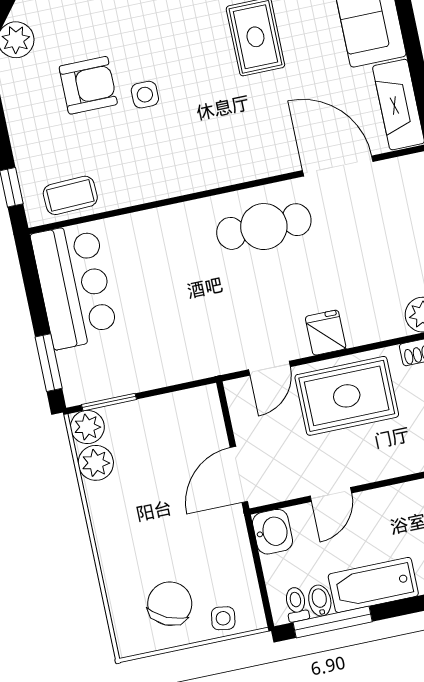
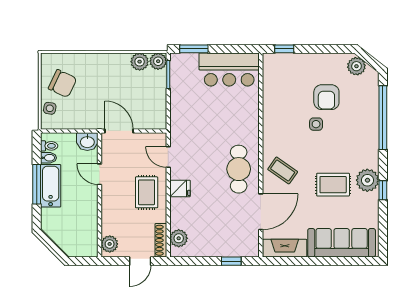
coffee table: (70, 195) -> (283, 170), moved, turned -53
rug: (347, 396) -> (147, 192), width x0.73, depth x0.70
window: (333, 622) -> (37, 184), moved

